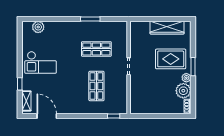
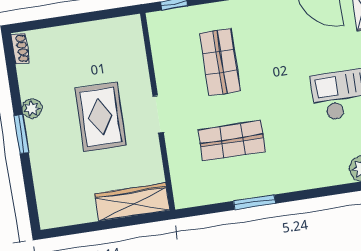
wardrobe: (167, 28) -> (132, 202), moved
rug: (171, 59) -> (101, 117), moved, turned 90
plant: (183, 91) -> (34, 80), removed

